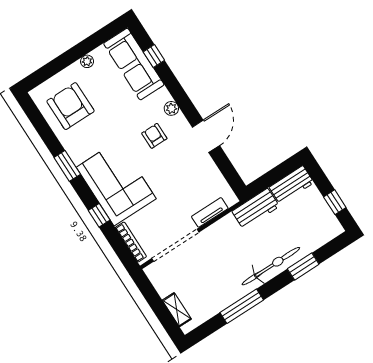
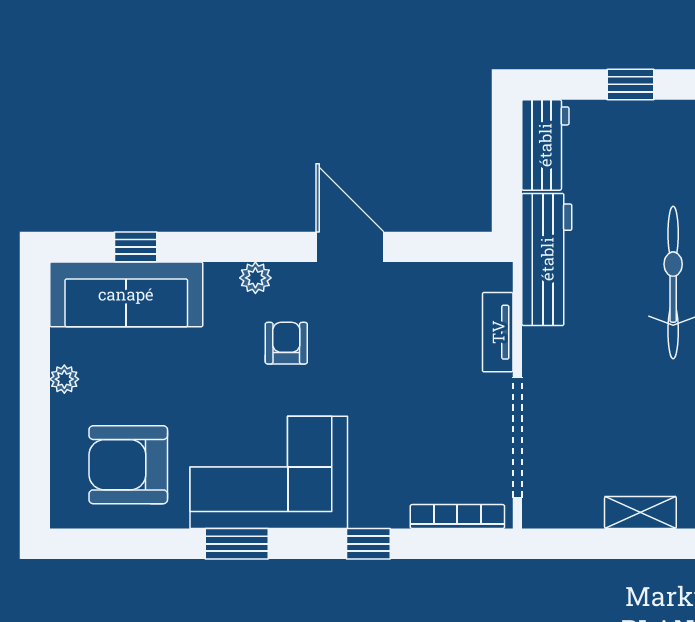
armchair: (154, 136) -> (286, 343), turned 90
corner sofa: (116, 183) -> (269, 472), moved
workbench: (256, 209) -> (547, 259), width x1.38

